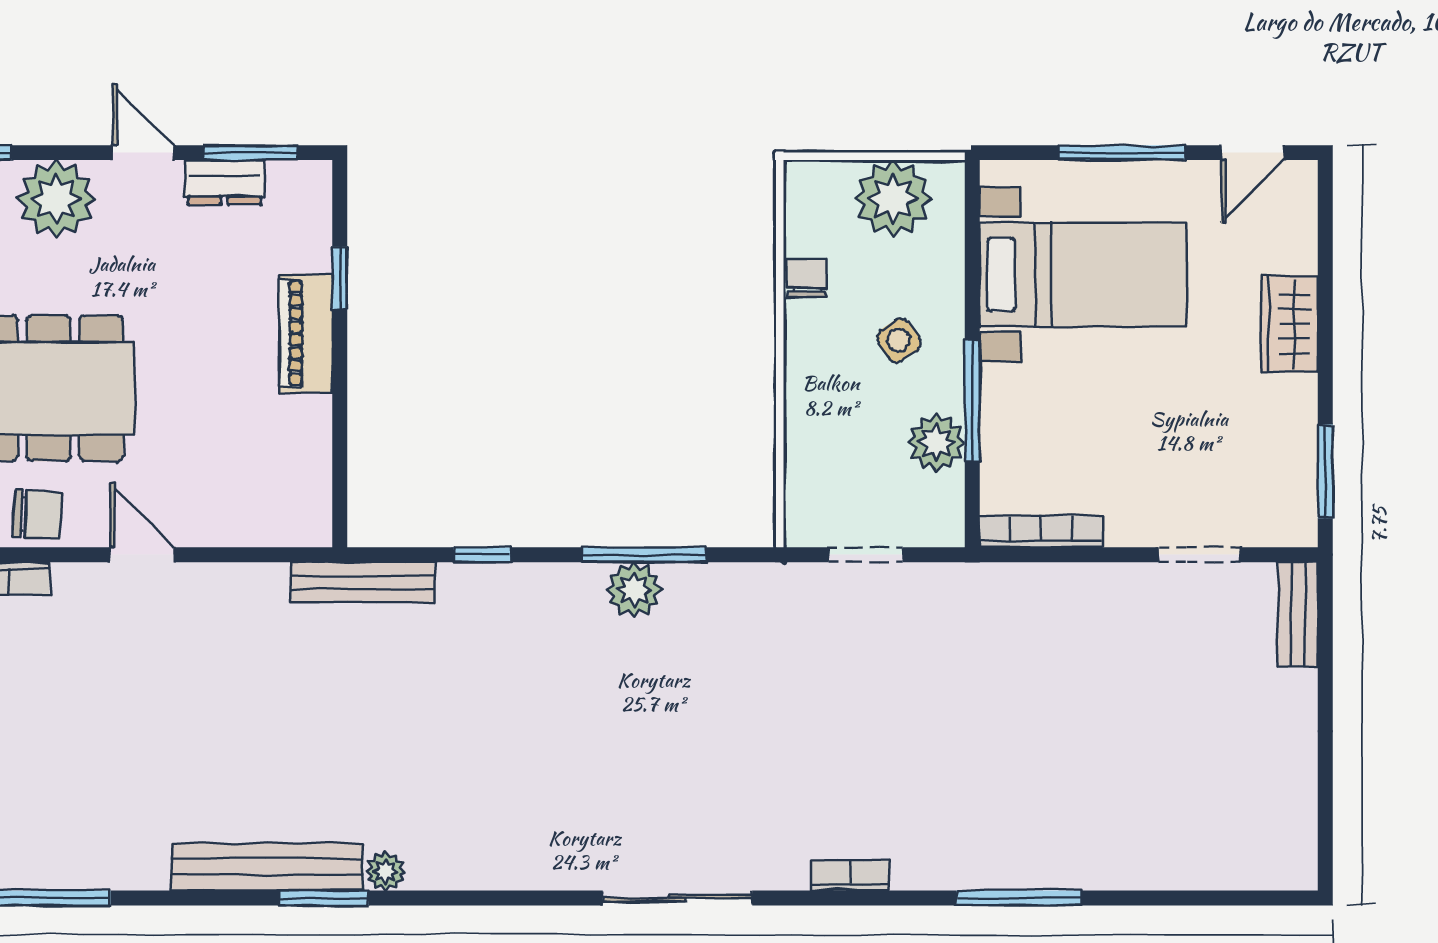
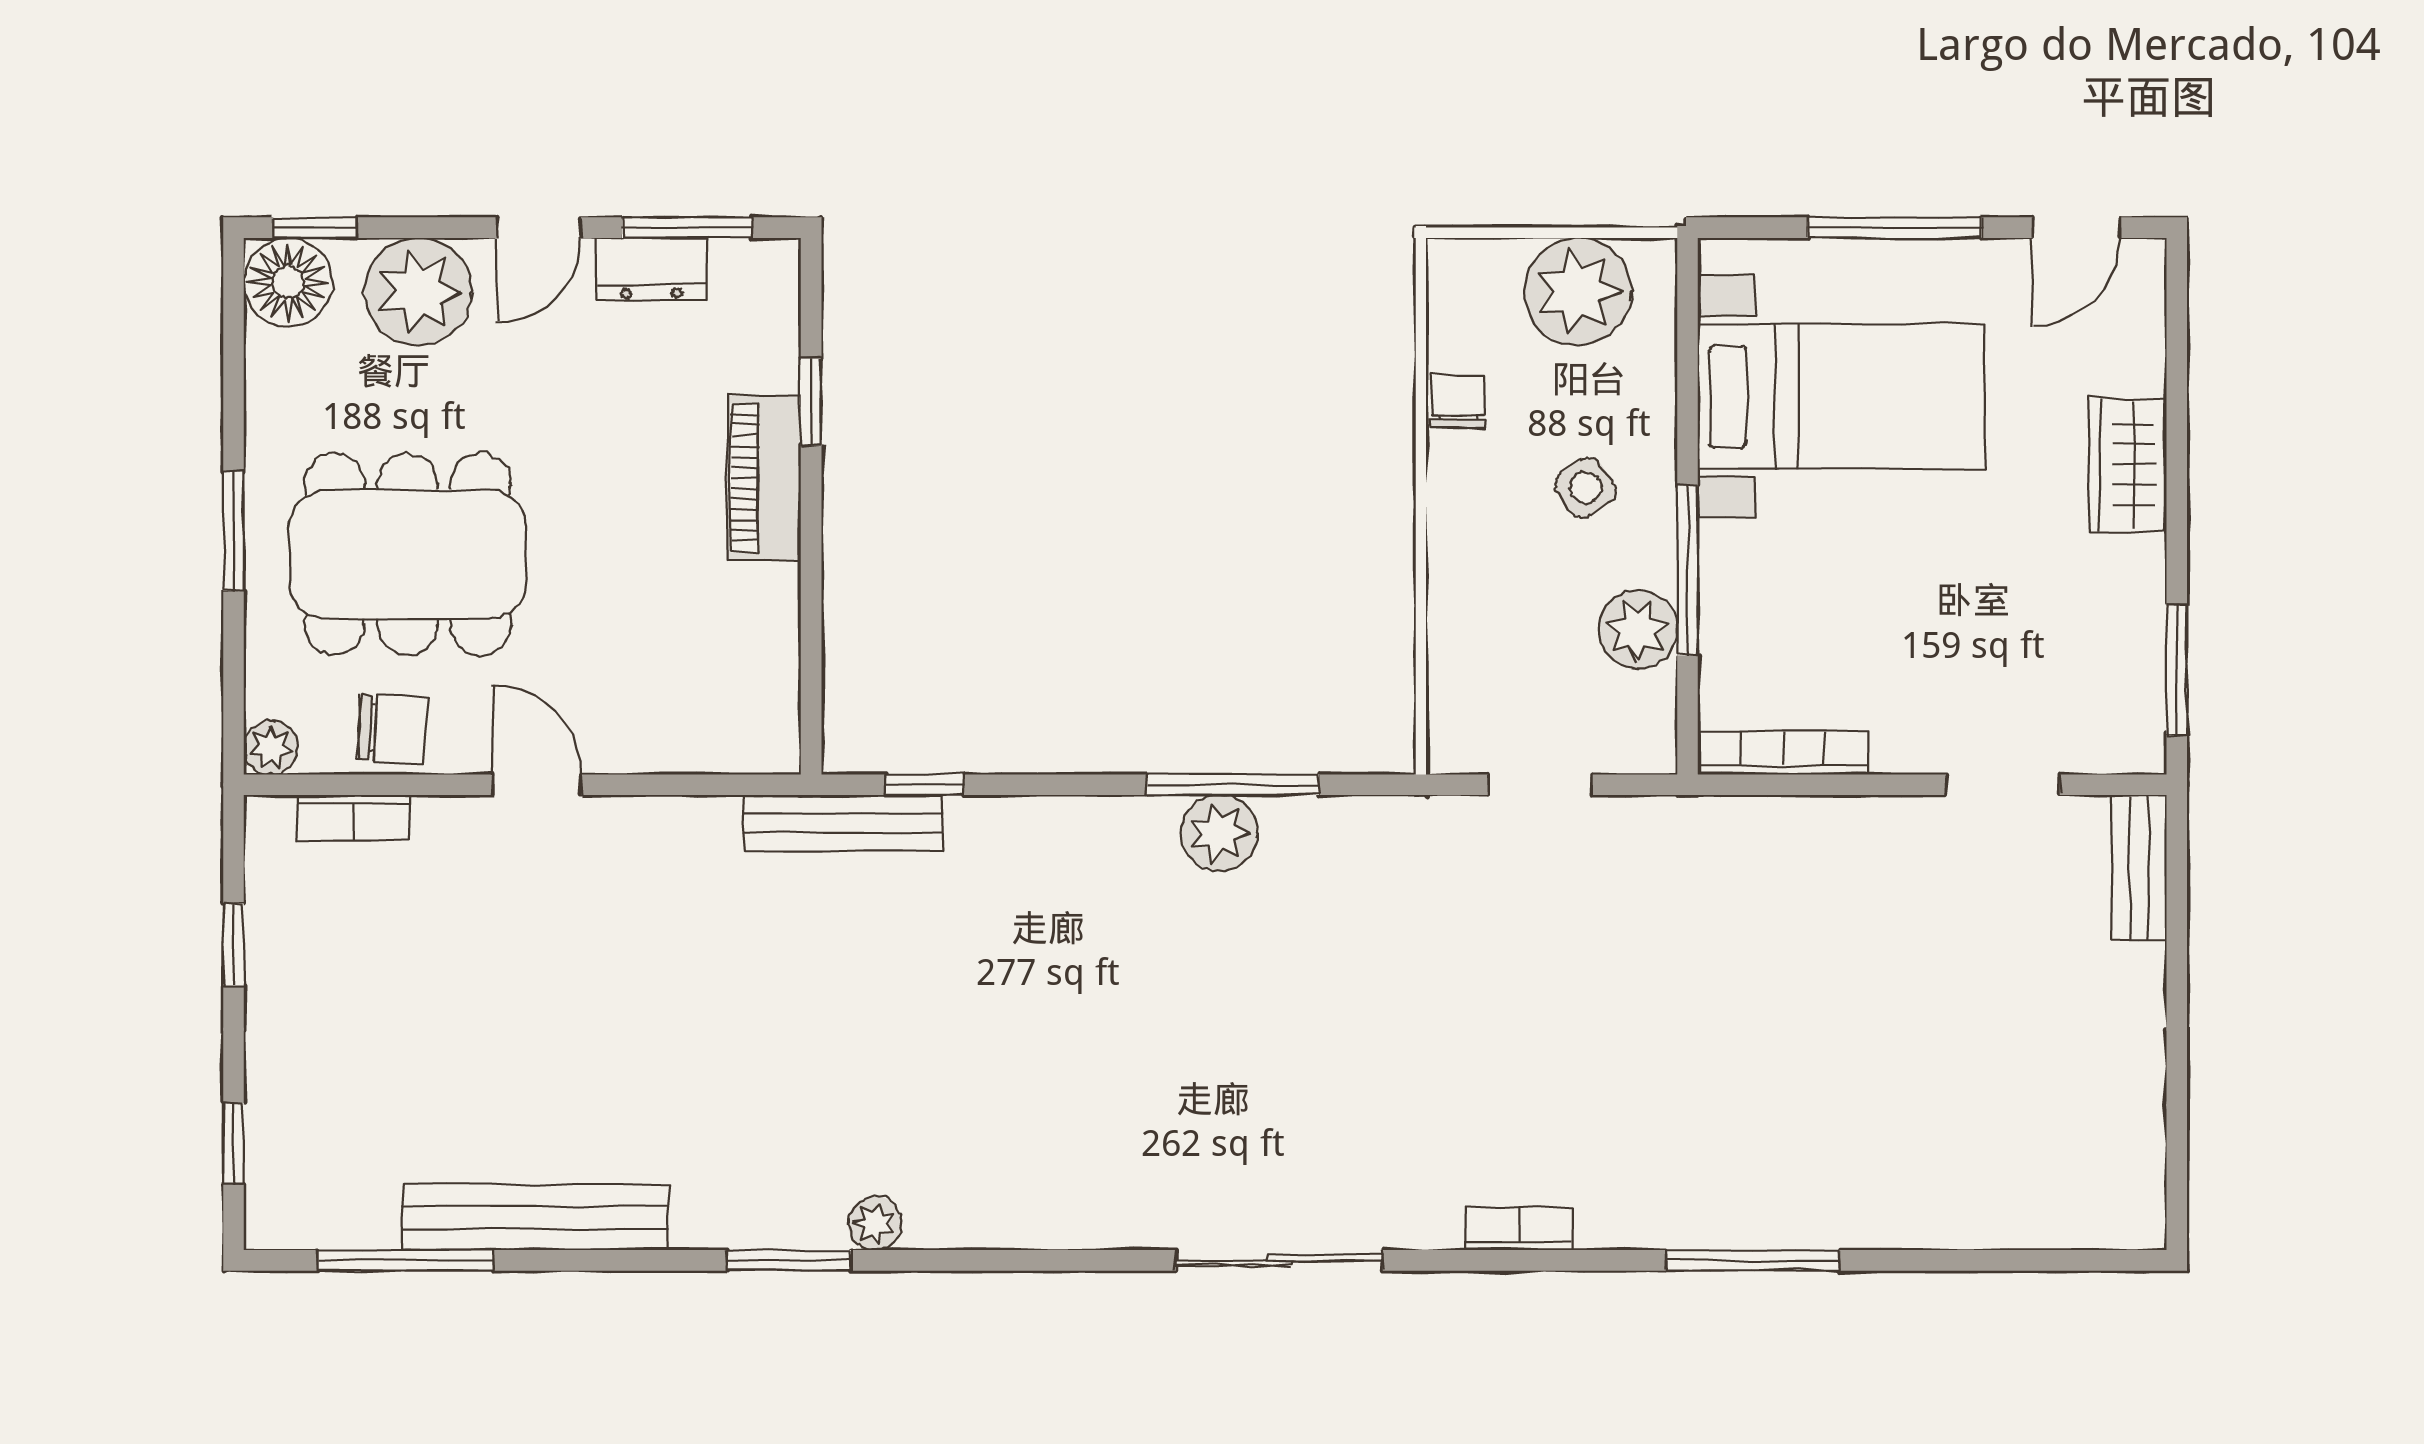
door: (143, 153) -> (539, 228), swing flipped
window: (482, 555) -> (925, 785), moved
bench: (267, 867) -> (535, 1217), moved

